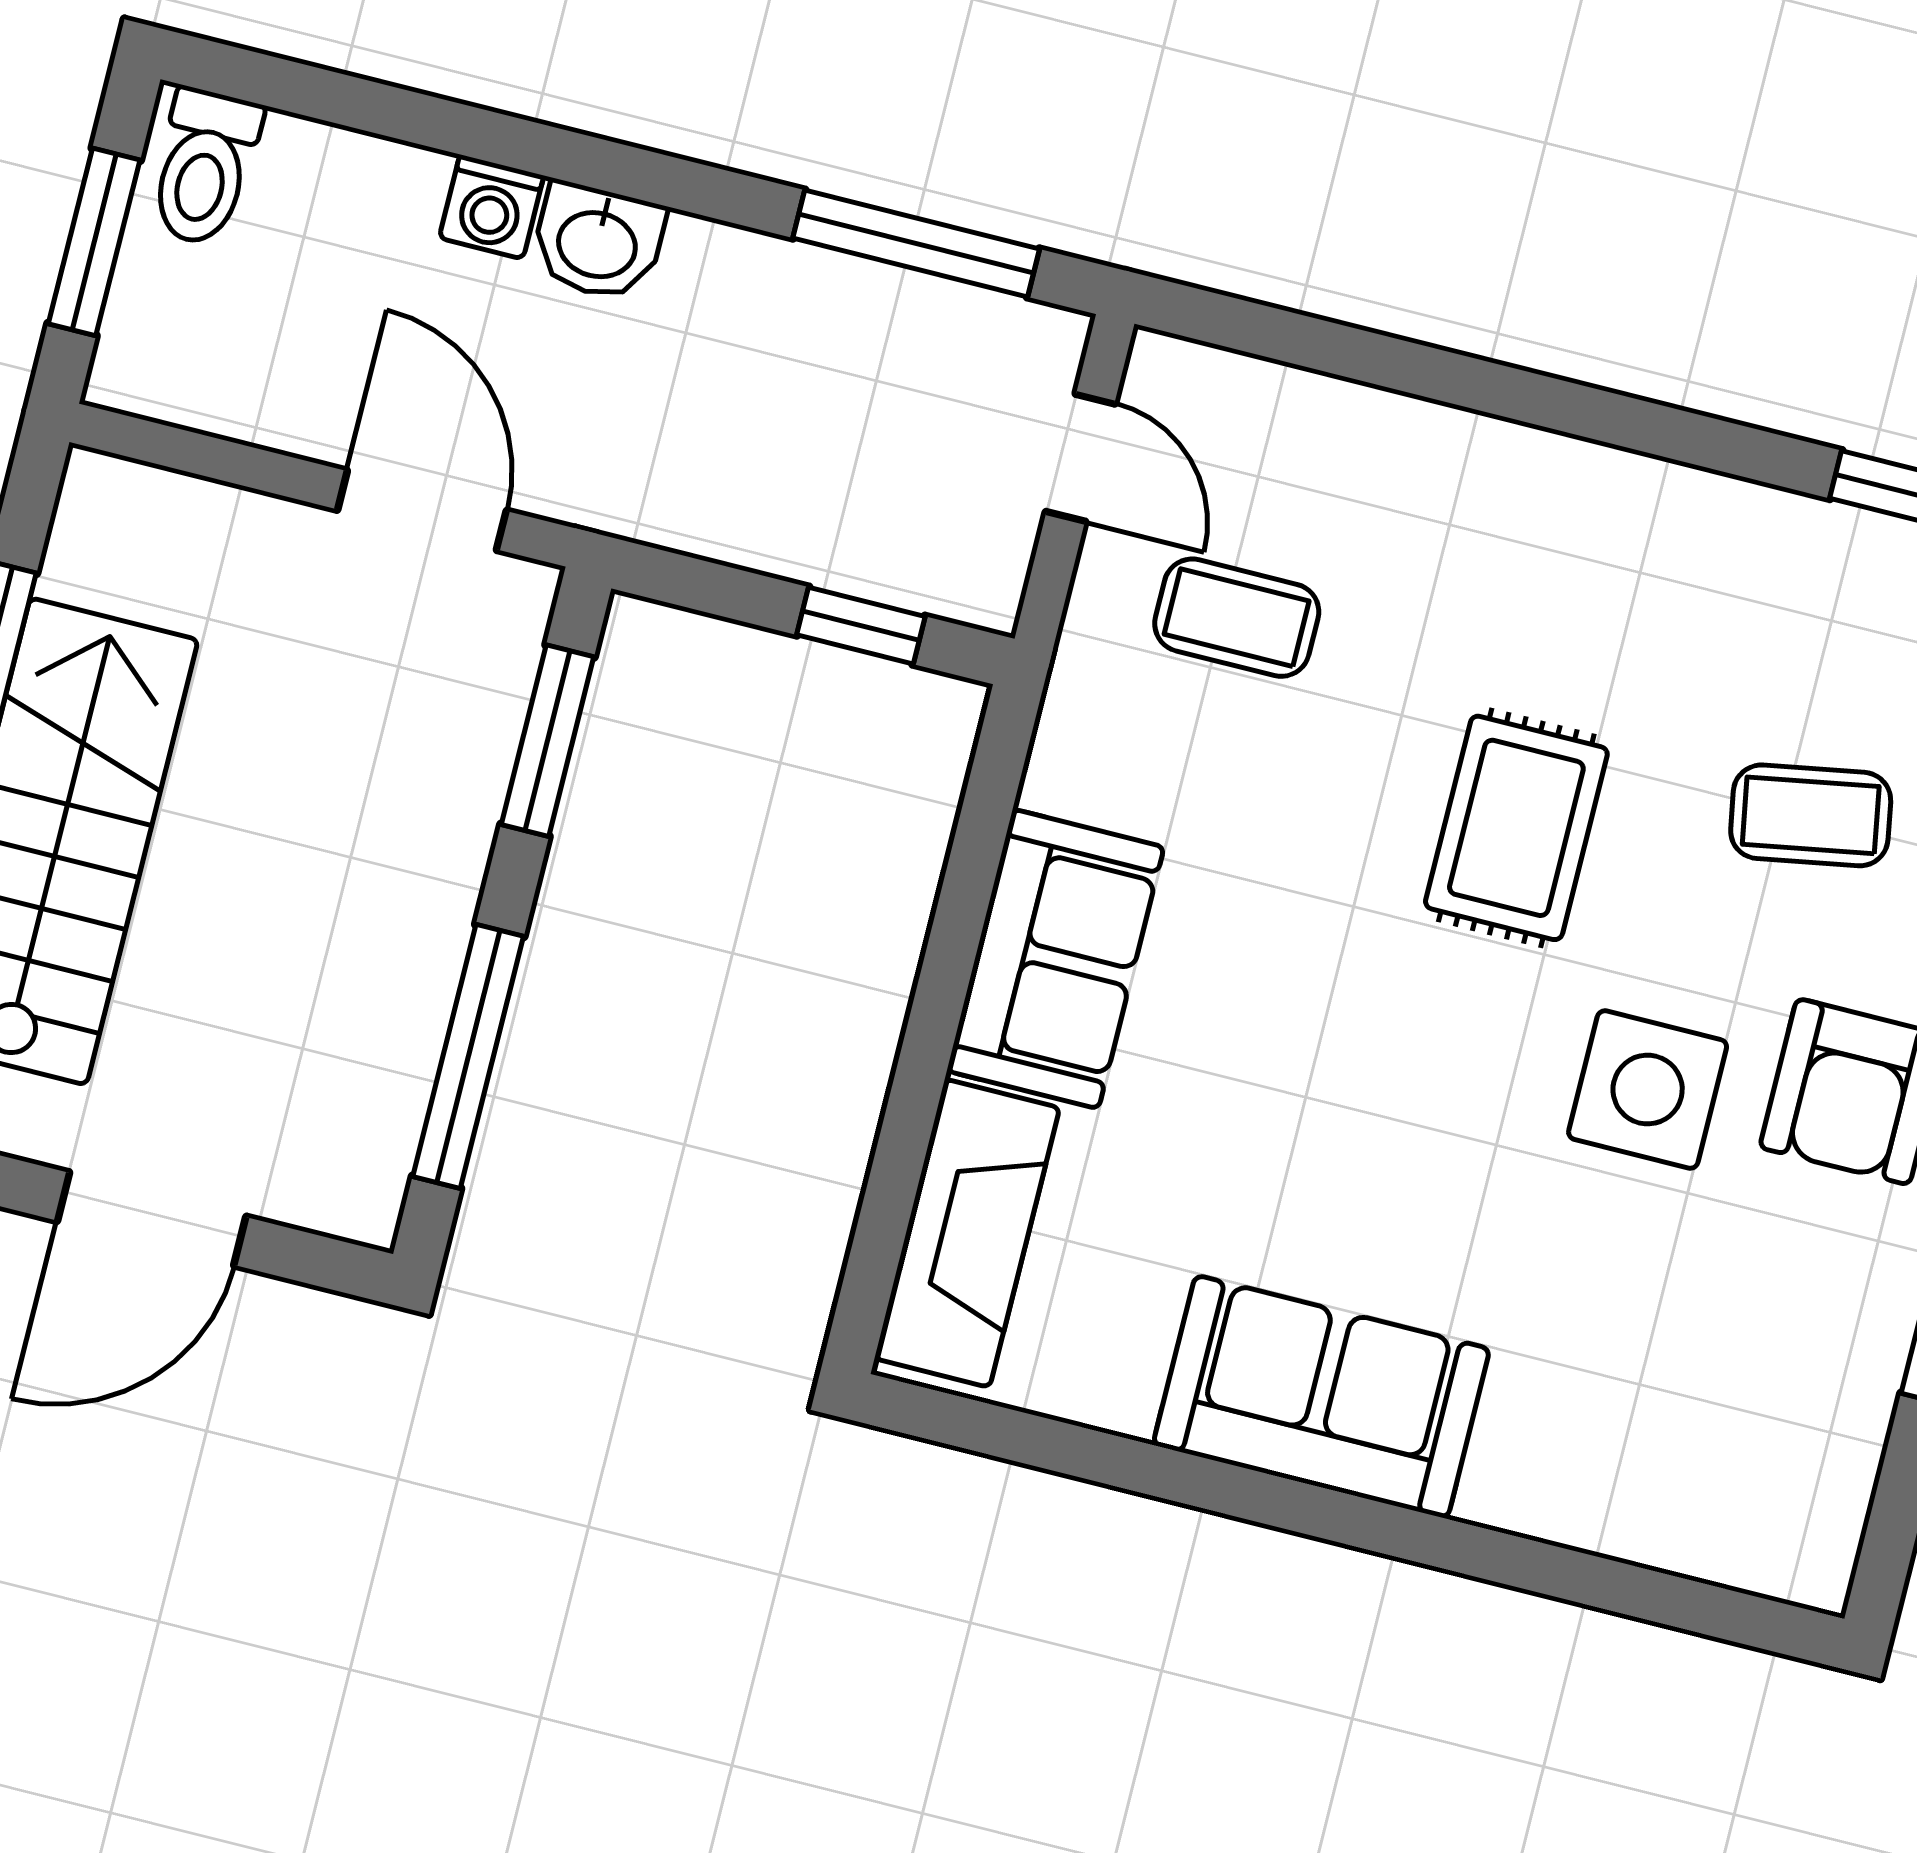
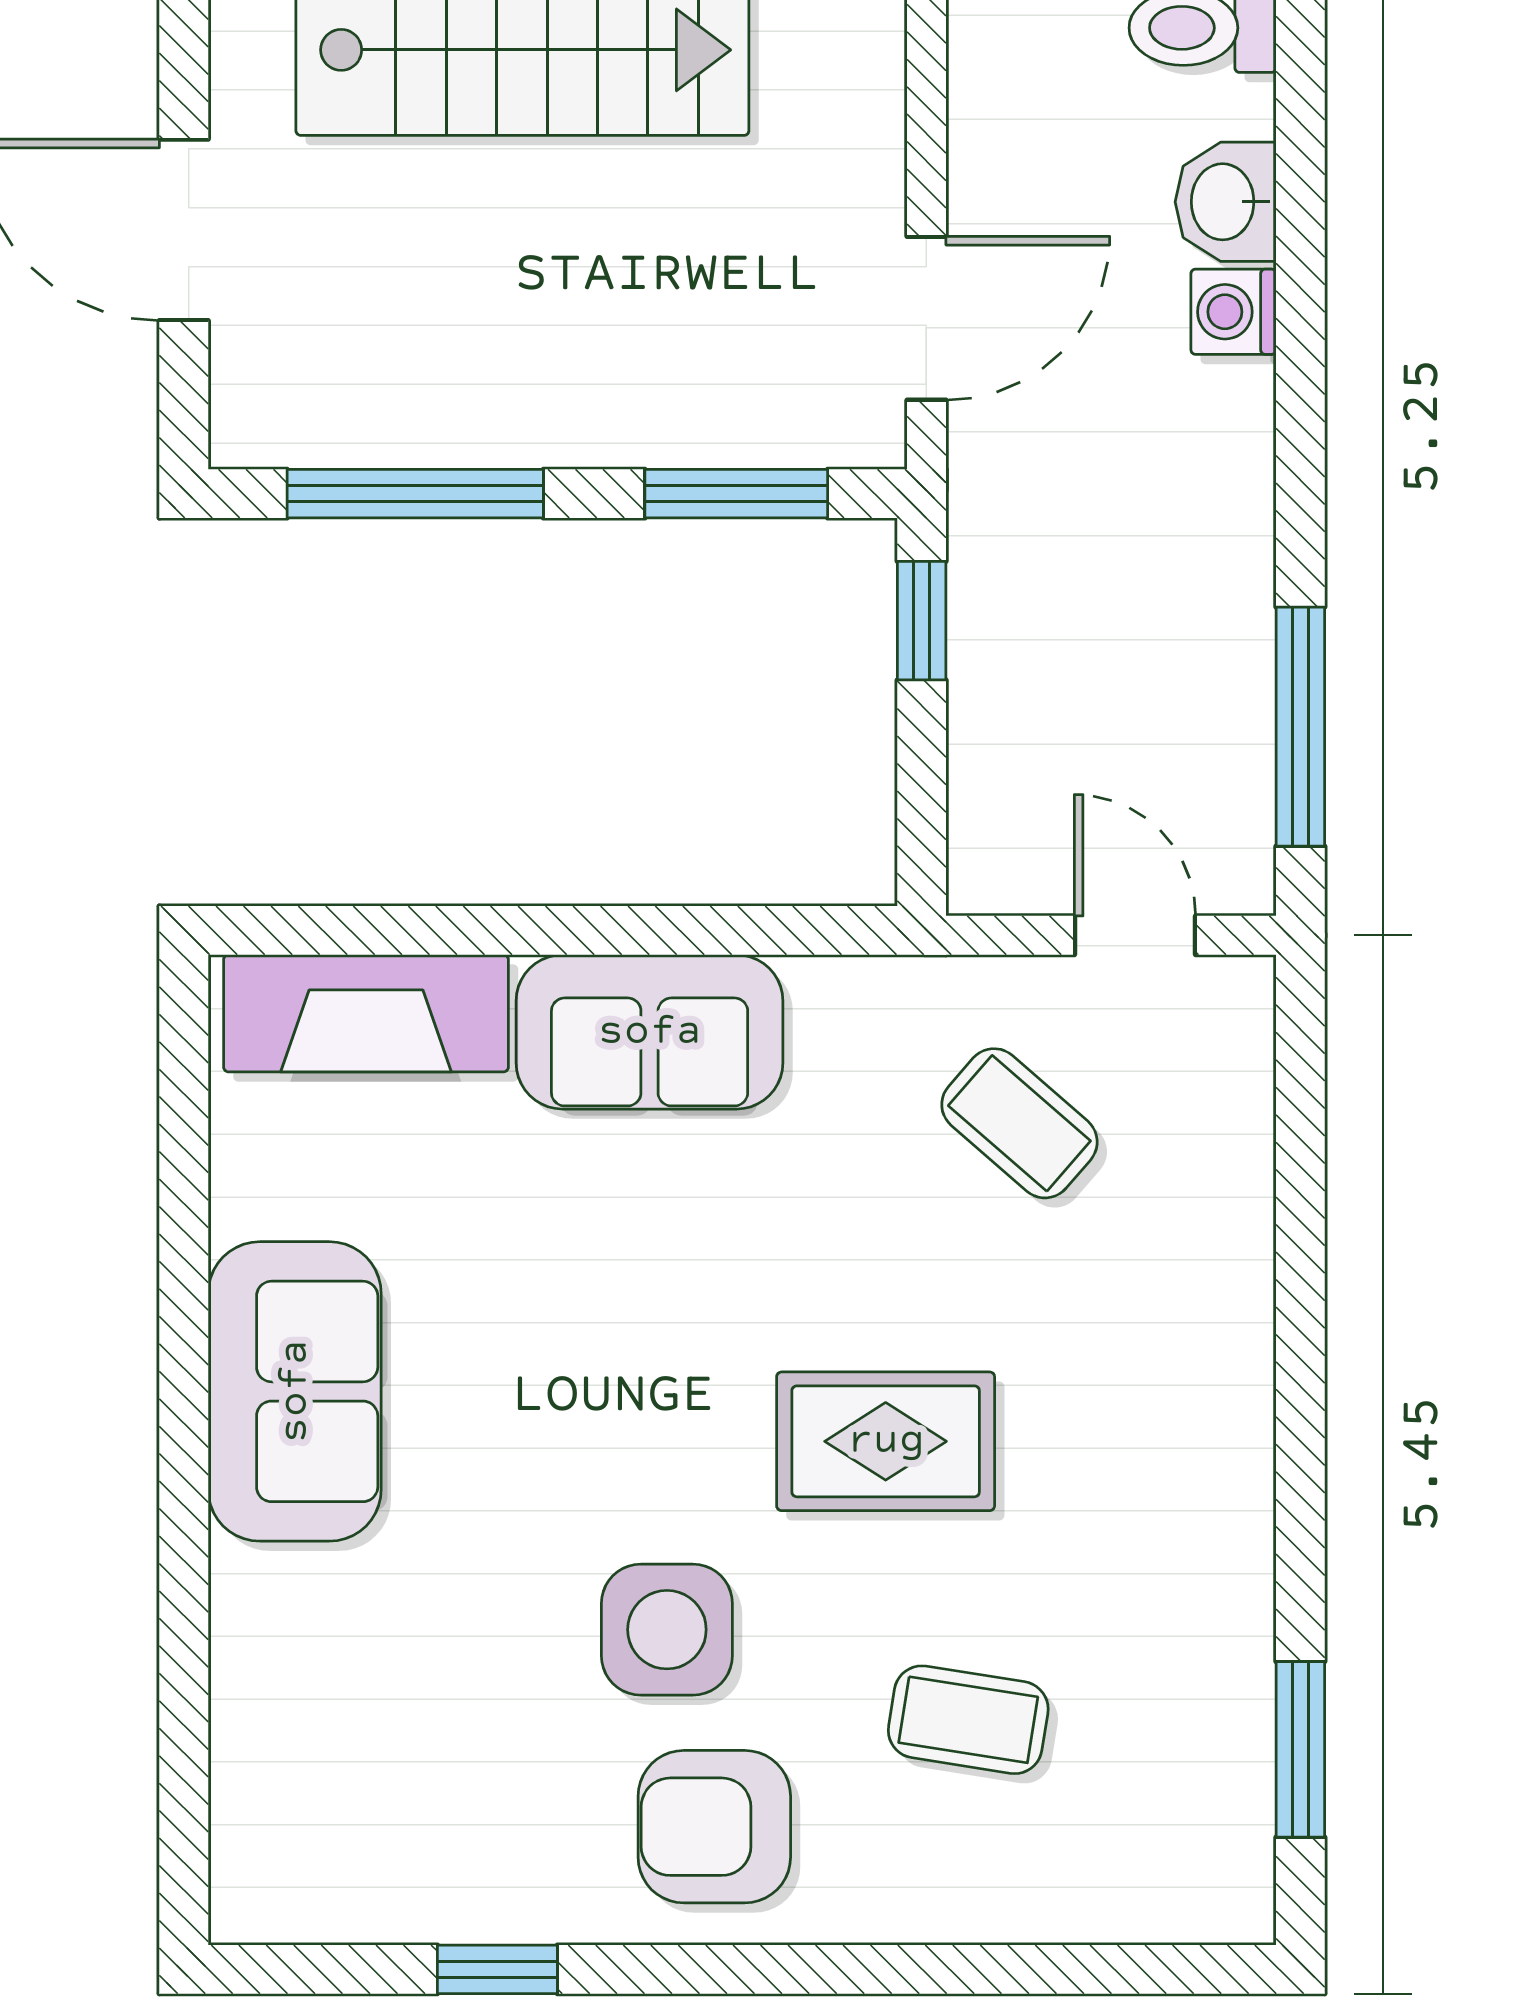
washbasin: (598, 242) -> (1226, 202), moved
door: (1080, 458) -> (1135, 935), swing flipped
coffee table: (1237, 618) -> (1019, 1123), turned -49
window: (861, 626) -> (922, 621), moved
coffee table: (1811, 815) -> (968, 1720), turned -71

